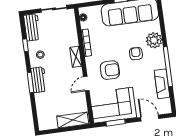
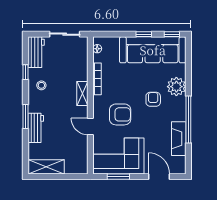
workbench: (39, 80) -> (36, 128), moved
door: (86, 84) -> (90, 127), hinge flipped
shelving: (73, 120) -> (46, 167), moved

